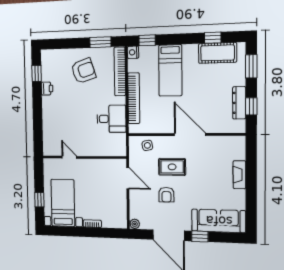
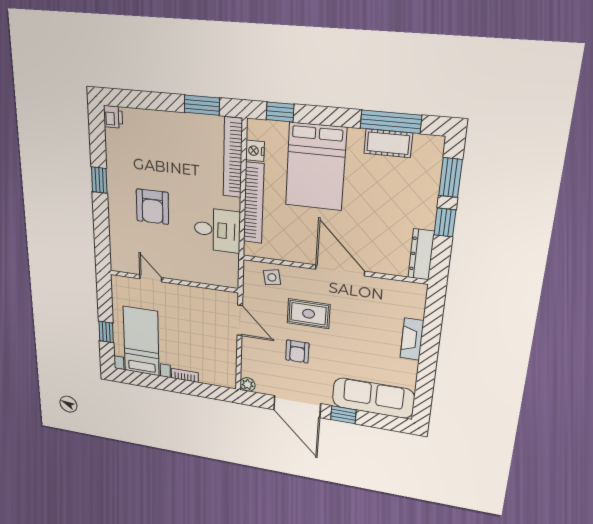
window: (213, 38) -> (391, 122), width x2.17
nightstand: (133, 52) -> (255, 151), moved
cot: (218, 53) -> (388, 143), width x0.73, depth x0.75
bed: (170, 70) -> (316, 167), width x1.50
armchair: (83, 71) -> (152, 207), moved, turned 108
window: (36, 73) -> (99, 180), moved
printer: (47, 89) -> (113, 117), moved
dresser: (239, 103) -> (421, 254), moved
window: (251, 106) -> (445, 222), moved

